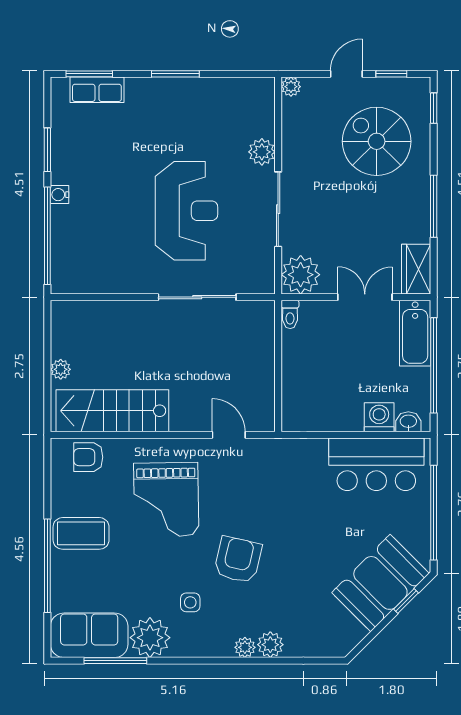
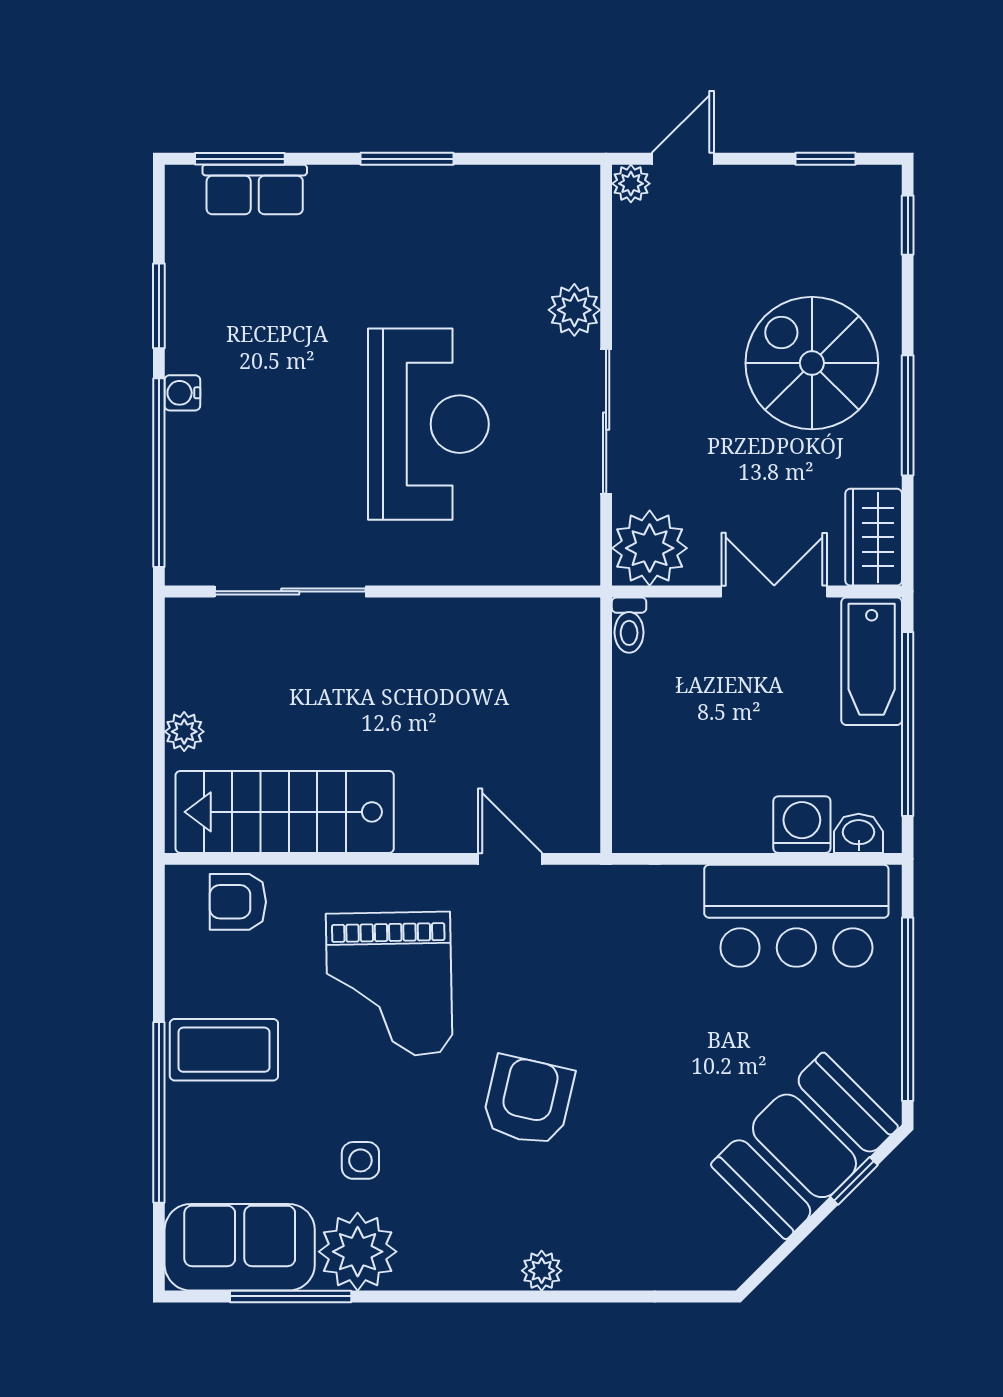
door: (346, 74) -> (683, 159), moved
spiral stairs: (377, 141) -> (812, 363), moved
sliding door: (197, 297) -> (290, 591), moved
side table: (190, 602) -> (360, 1160), moved
plant: (270, 645) -> (591, 1265), removed

